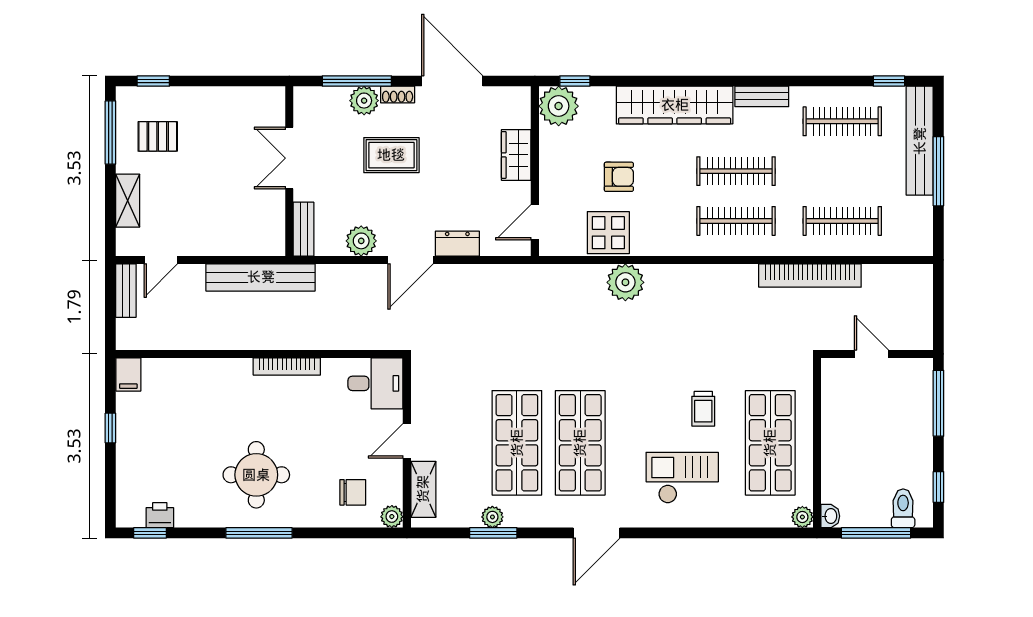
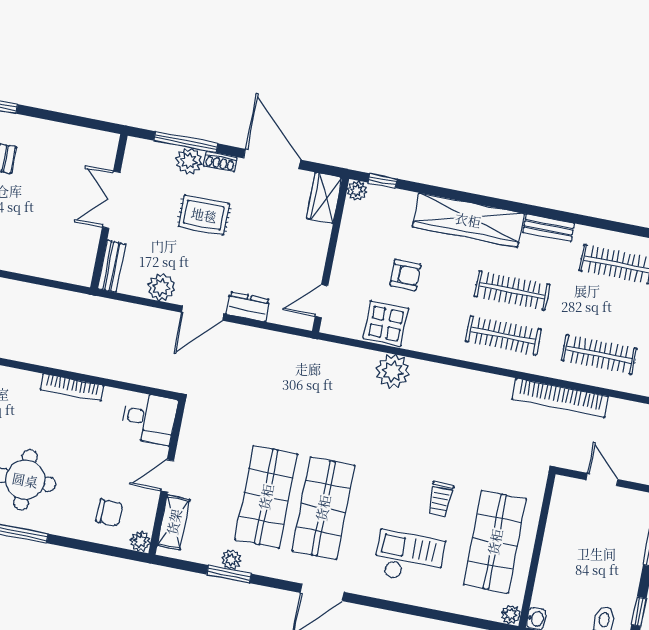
plant: (559, 106) -> (357, 190), width x0.53, depth x0.53
wardrobe: (516, 155) -> (324, 198), moved
bench: (261, 277) -> (64, 302), removed

